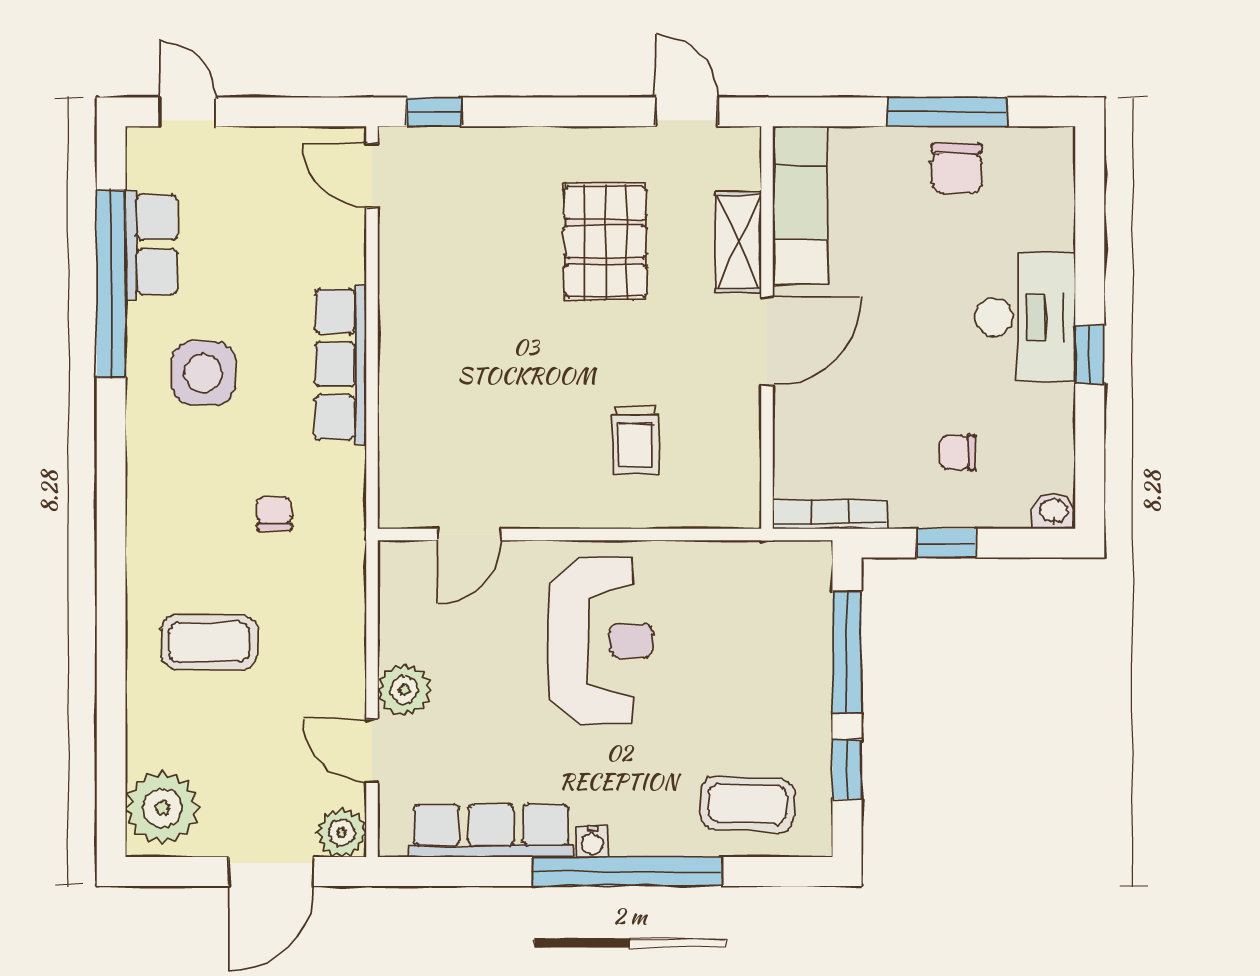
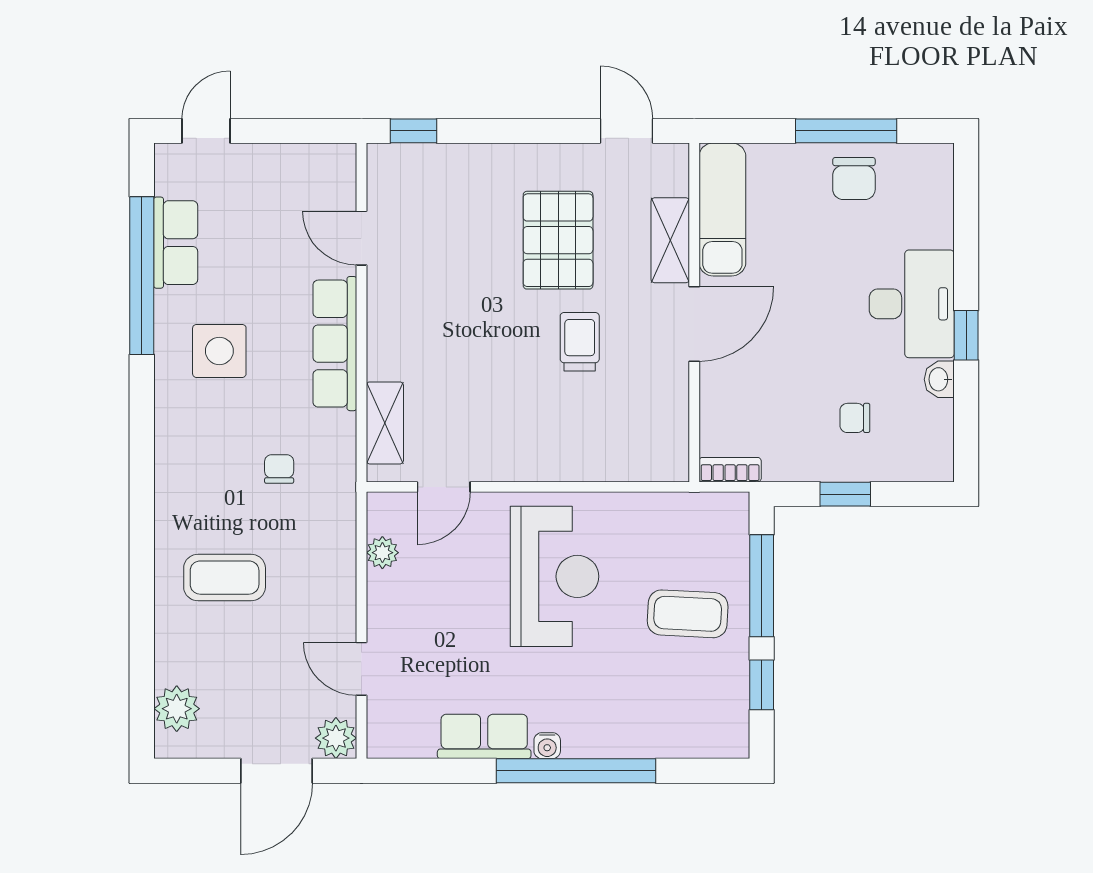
door: (187, 112) -> (206, 131), hinge flipped
door: (372, 176) -> (361, 238), moved
trolley: (635, 440) -> (580, 342), moved, turned 180
shelving: (400, 459) -> (385, 423), added
washbasin: (1054, 511) -> (939, 379), moved, turned -90
bookcase: (830, 514) -> (730, 470), width x0.64
plant: (404, 690) -> (382, 553), moved, width x0.73, depth x0.73
coffee table: (747, 804) -> (688, 614), moved
plant: (163, 808) -> (177, 709), width x0.73, depth x0.73
row of seats: (491, 831) -> (484, 736), width x0.68

